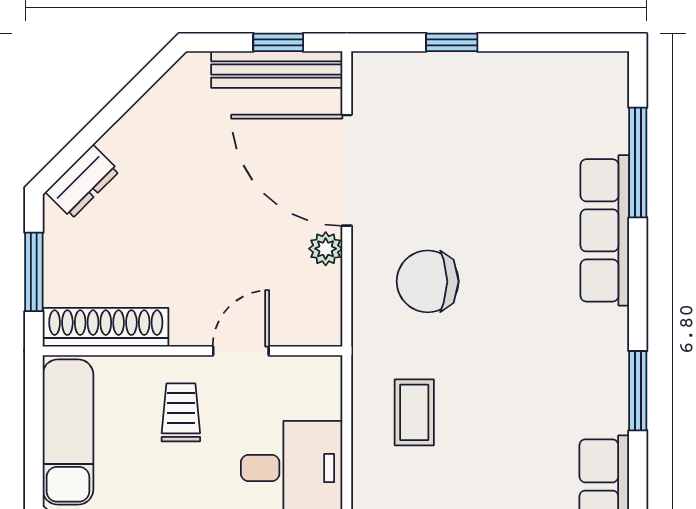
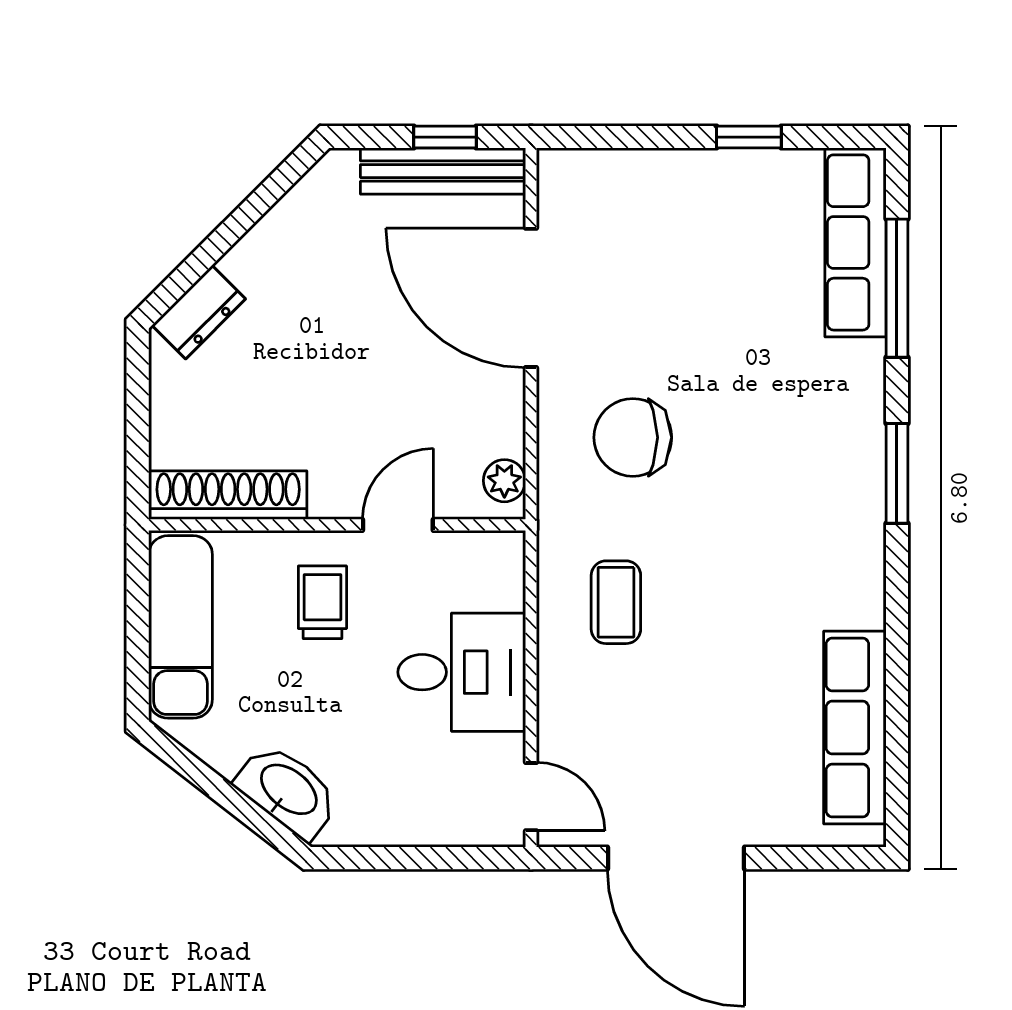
window: (452, 42) -> (749, 137), moved
row of seats: (605, 230) -> (855, 242), moved
plant: (326, 249) -> (504, 481), moved
window: (34, 272) -> (138, 426), removed
window: (638, 391) -> (897, 473), moved

